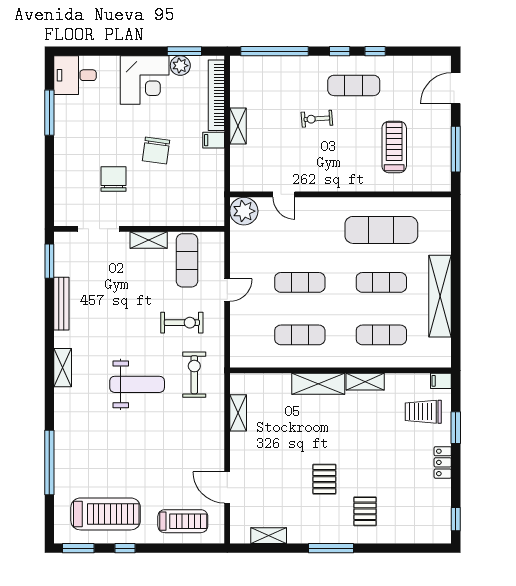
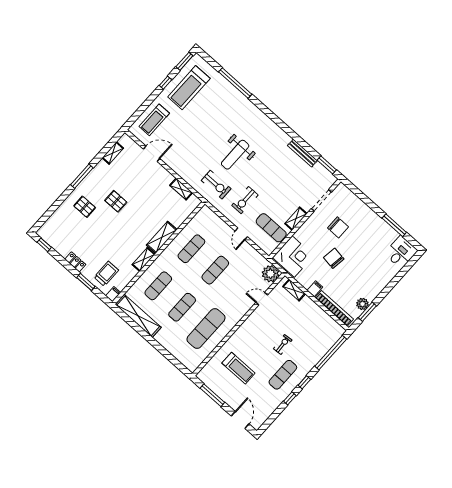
corner desk: (145, 80) -> (293, 257), moved, turned 180
shelving: (238, 126) -> (294, 290), moved
shelving: (440, 296) -> (138, 316), moved
shelving: (63, 368) -> (273, 128), removed

